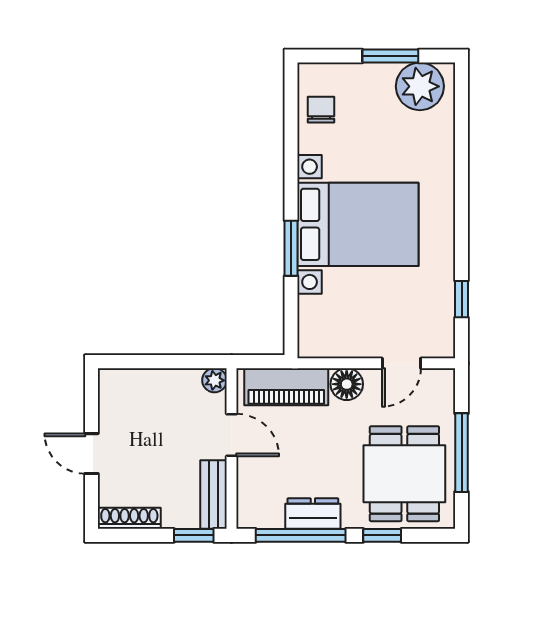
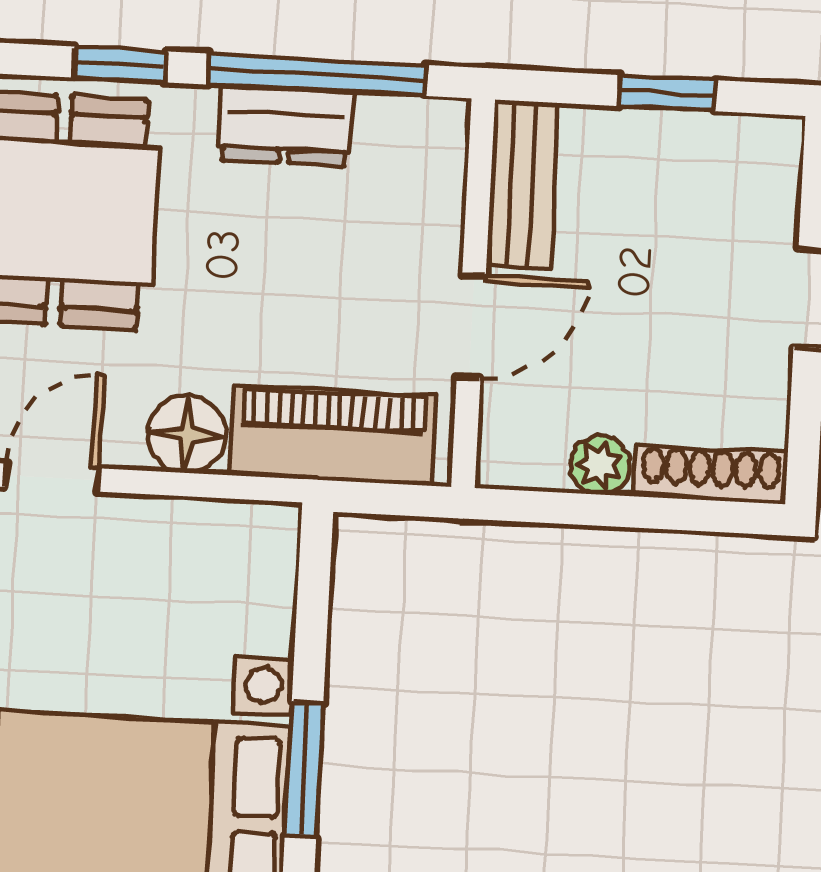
plant: (214, 380) -> (600, 465), moved
door: (231, 435) -> (471, 326), swing flipped
shoe rack: (129, 518) -> (711, 475), moved, turned 180
window: (194, 535) -> (667, 93), moved

